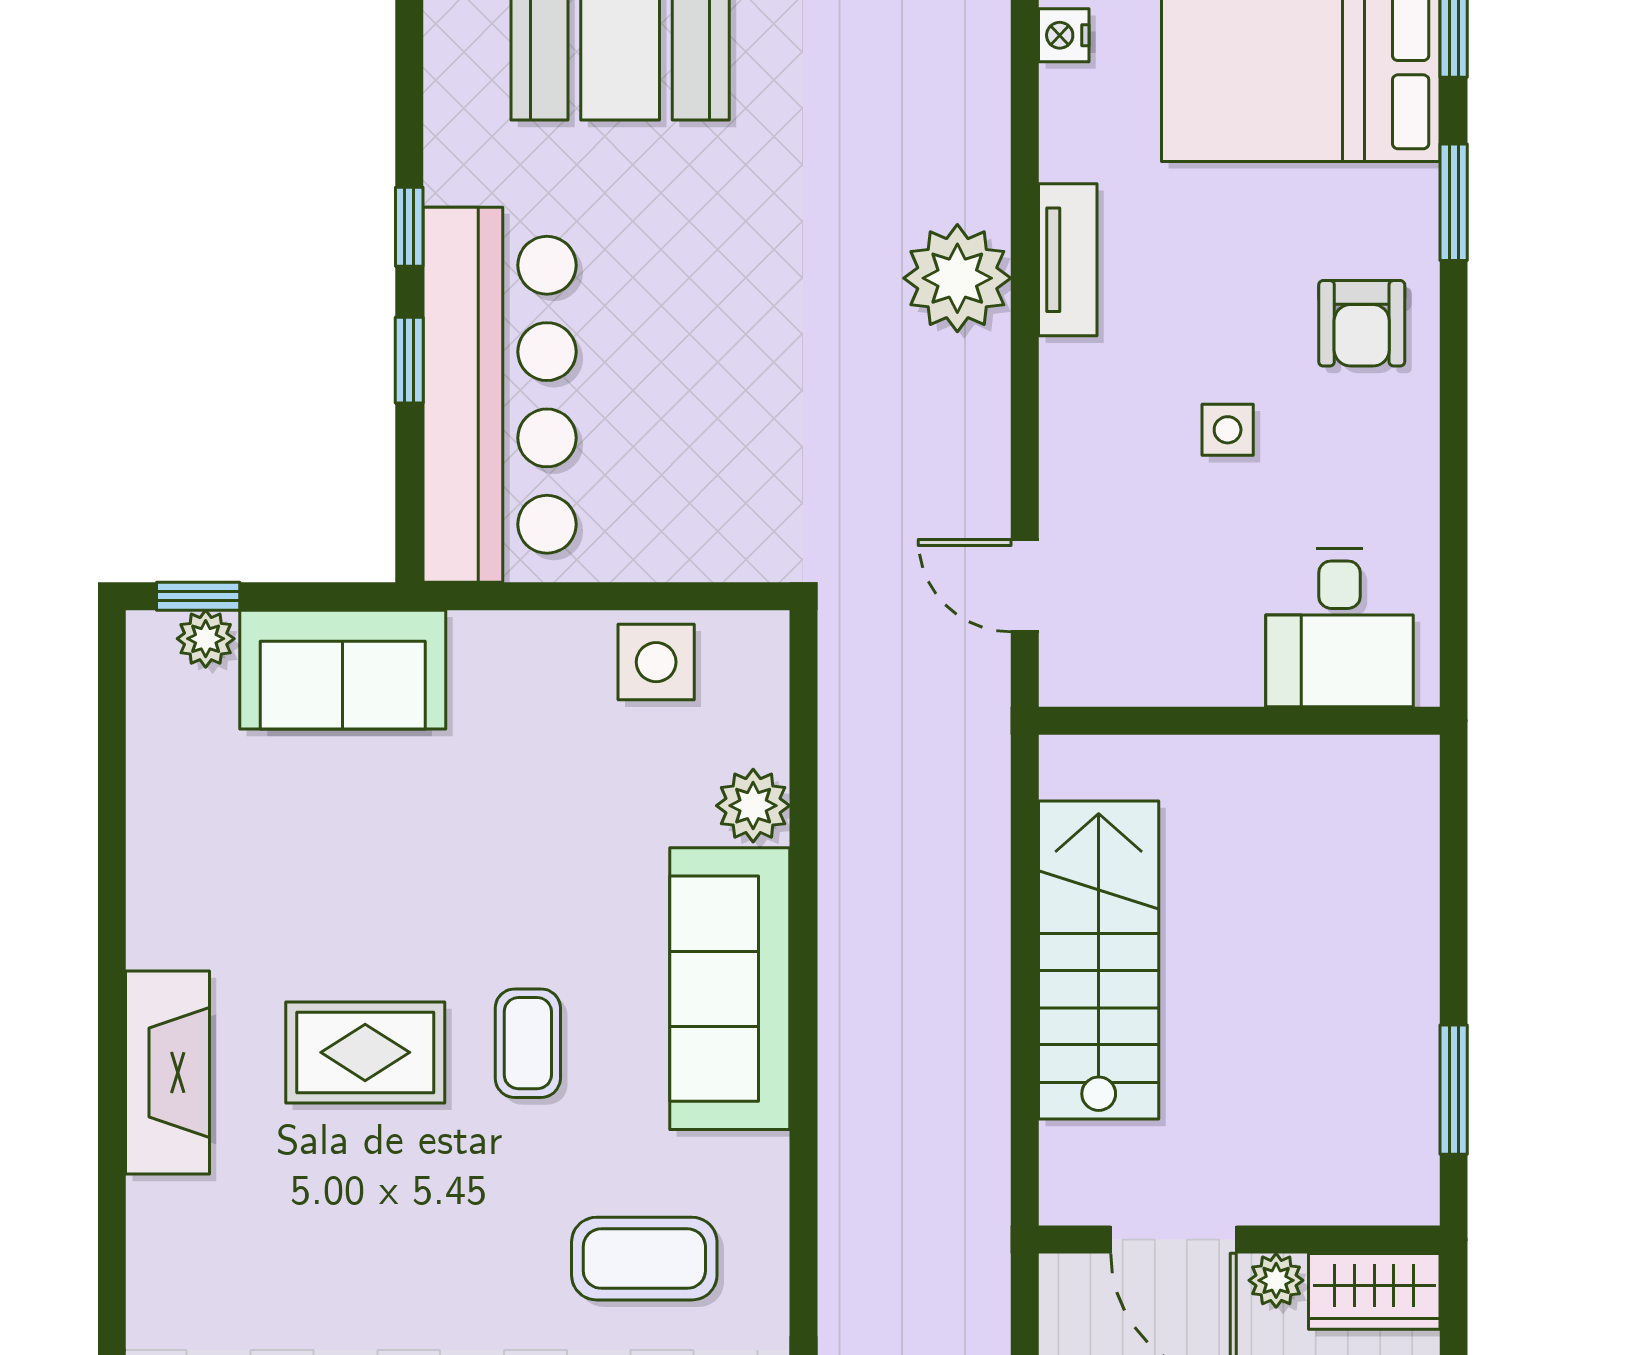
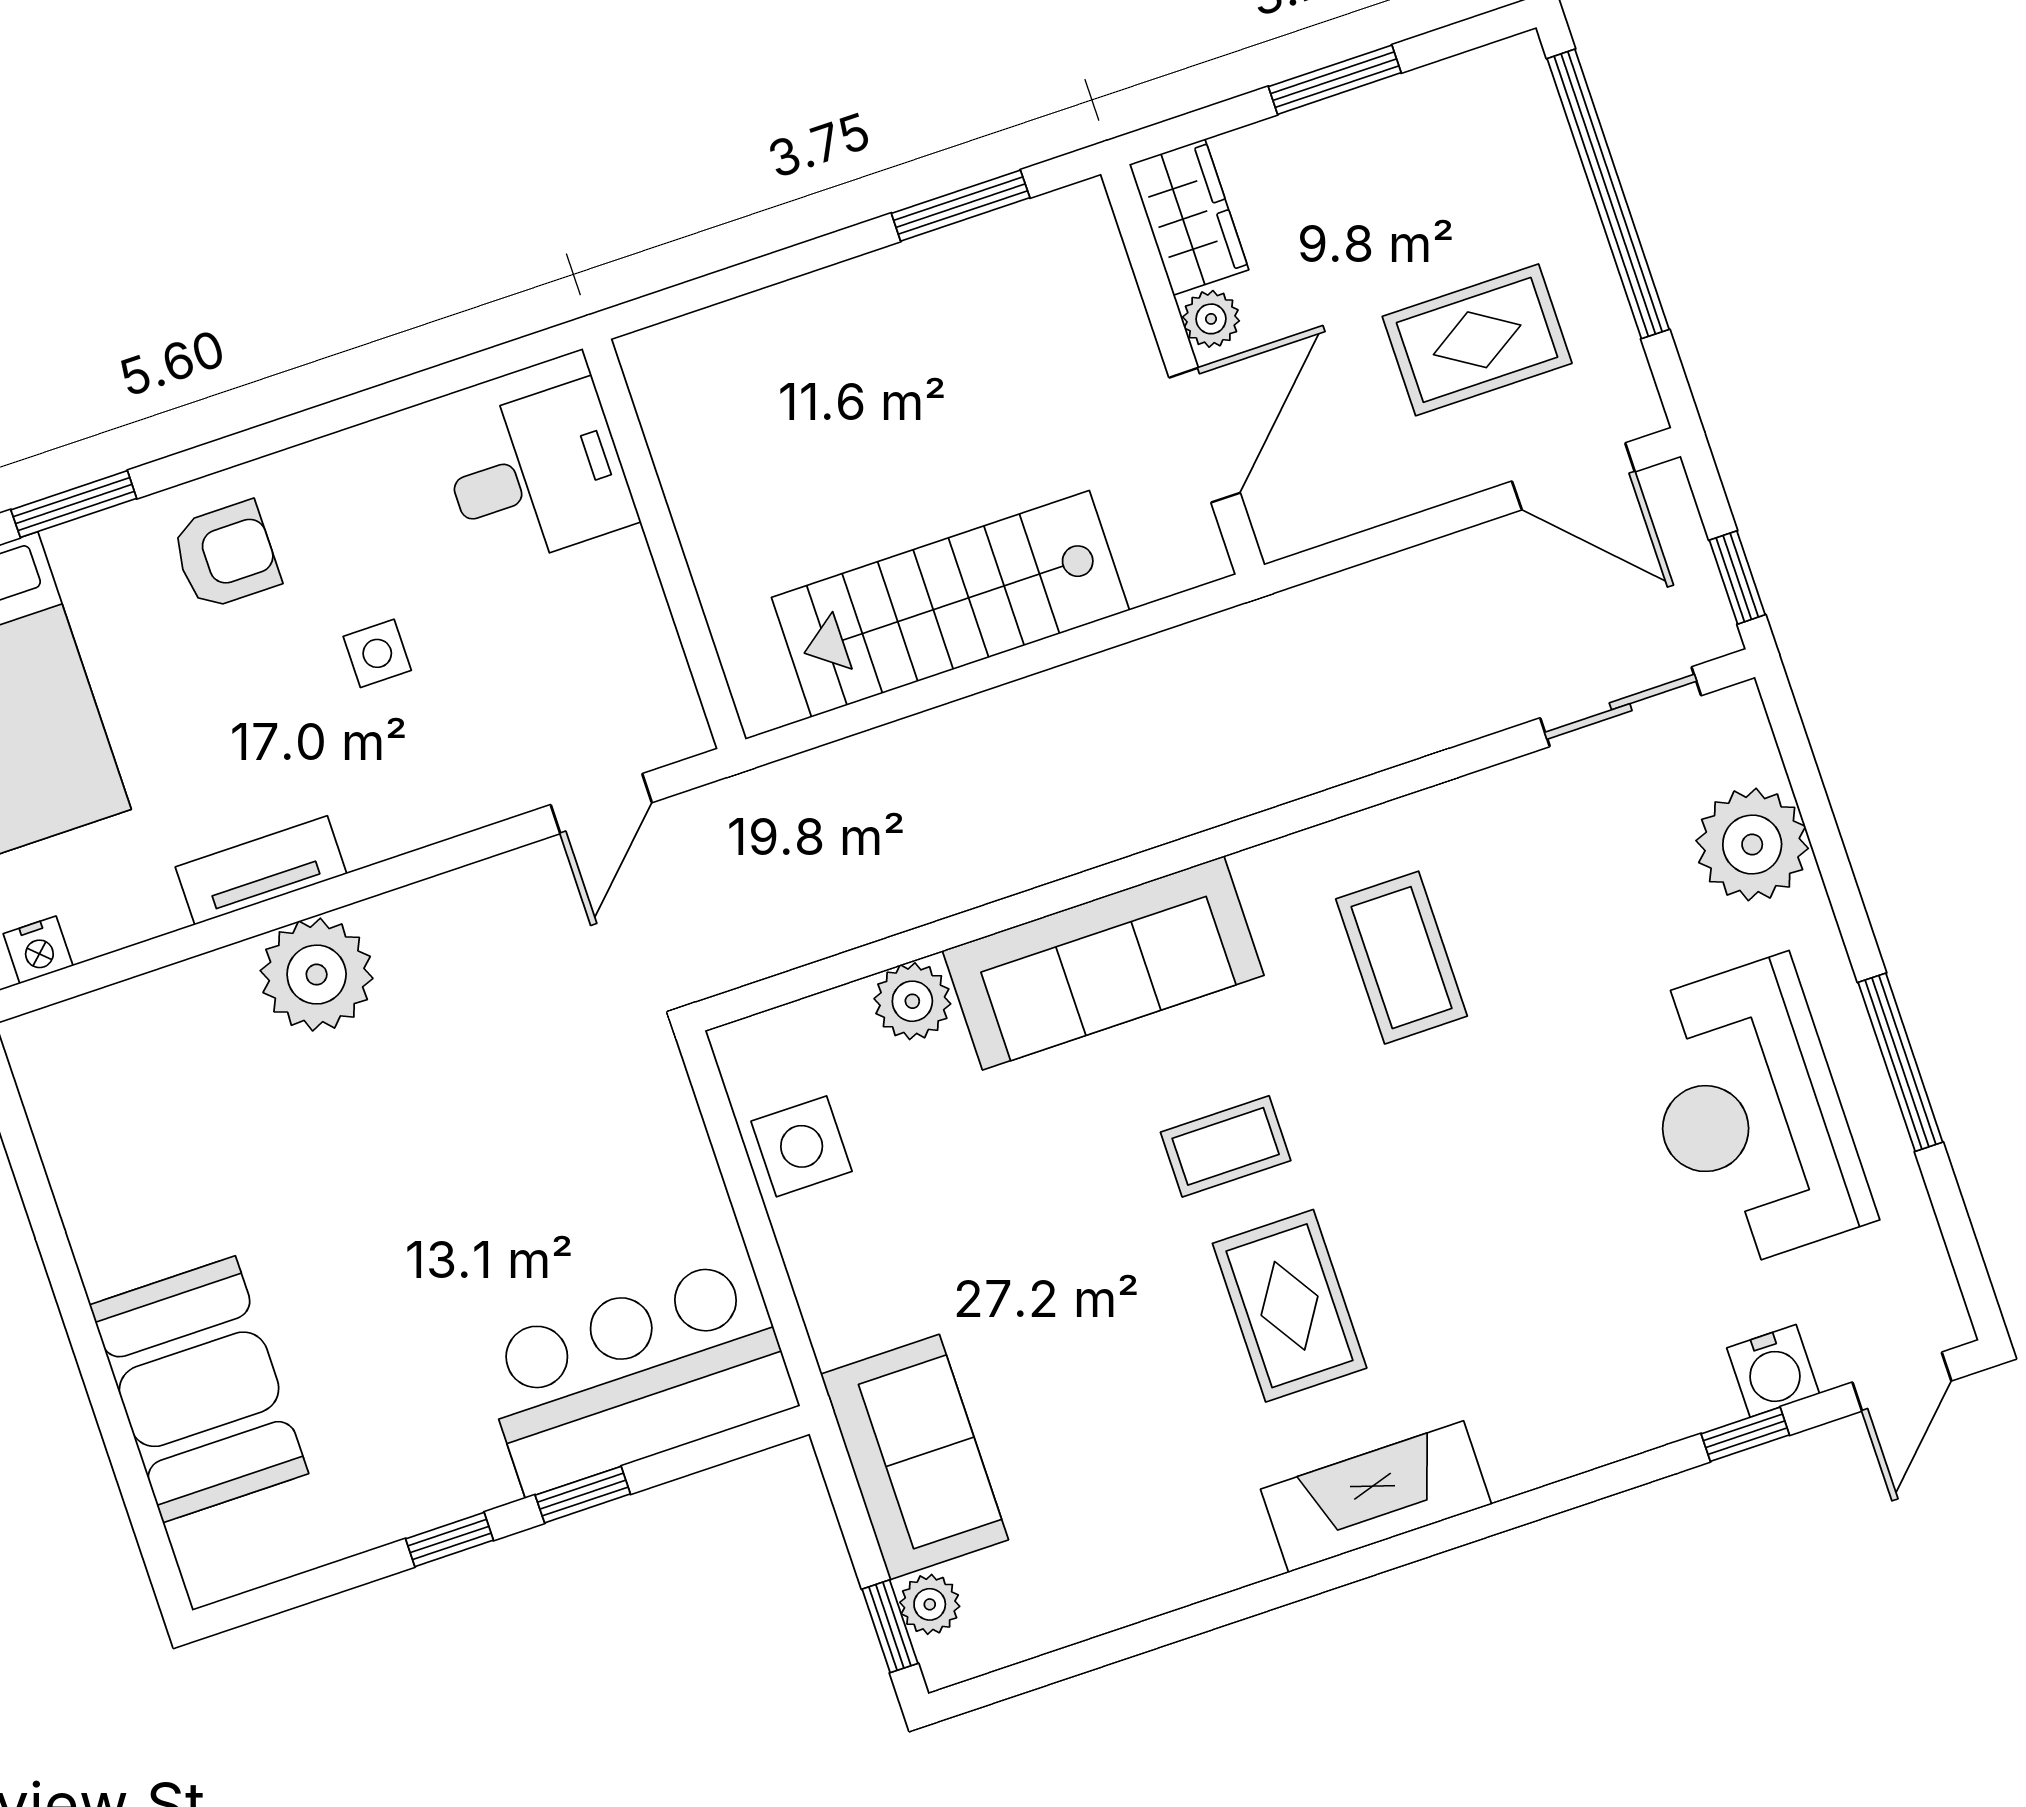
bar counter: (500, 395) -> (637, 1376), width x0.73

